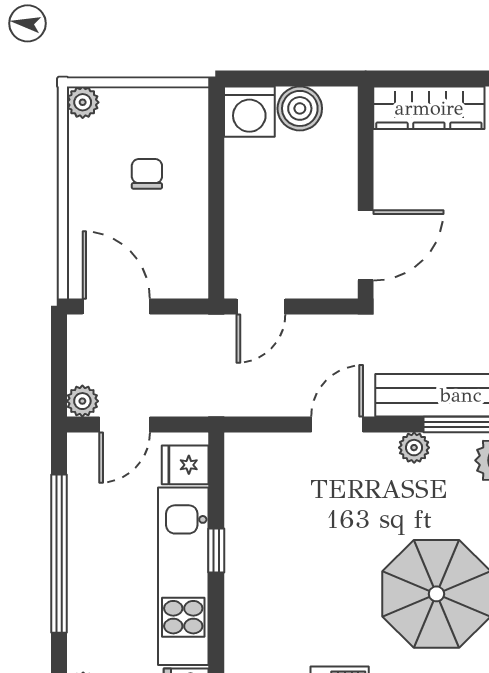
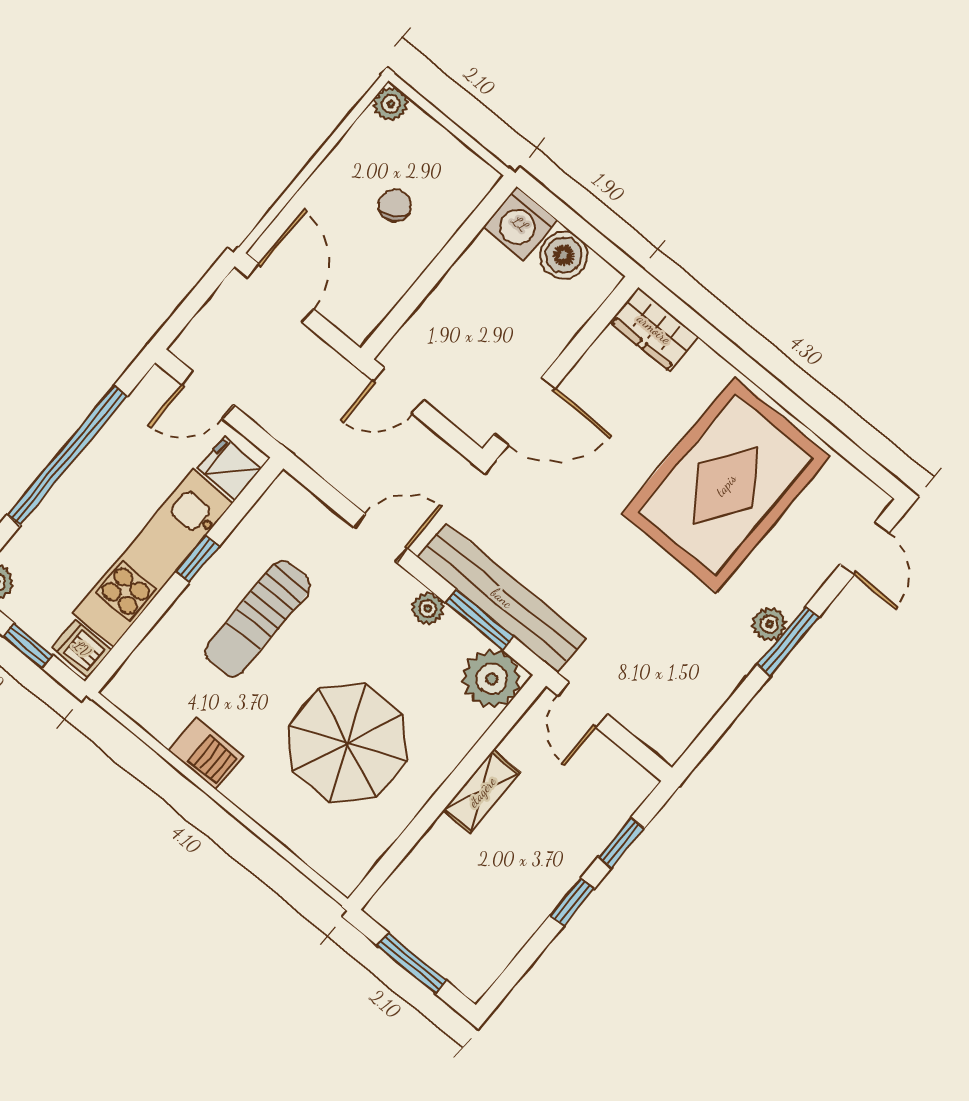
wardrobe: (429, 108) -> (654, 329), width x0.67
chair: (147, 174) -> (395, 205), turned -31
plant: (82, 401) -> (189, 347), removed
sun lounger: (296, 557) -> (258, 619), added

